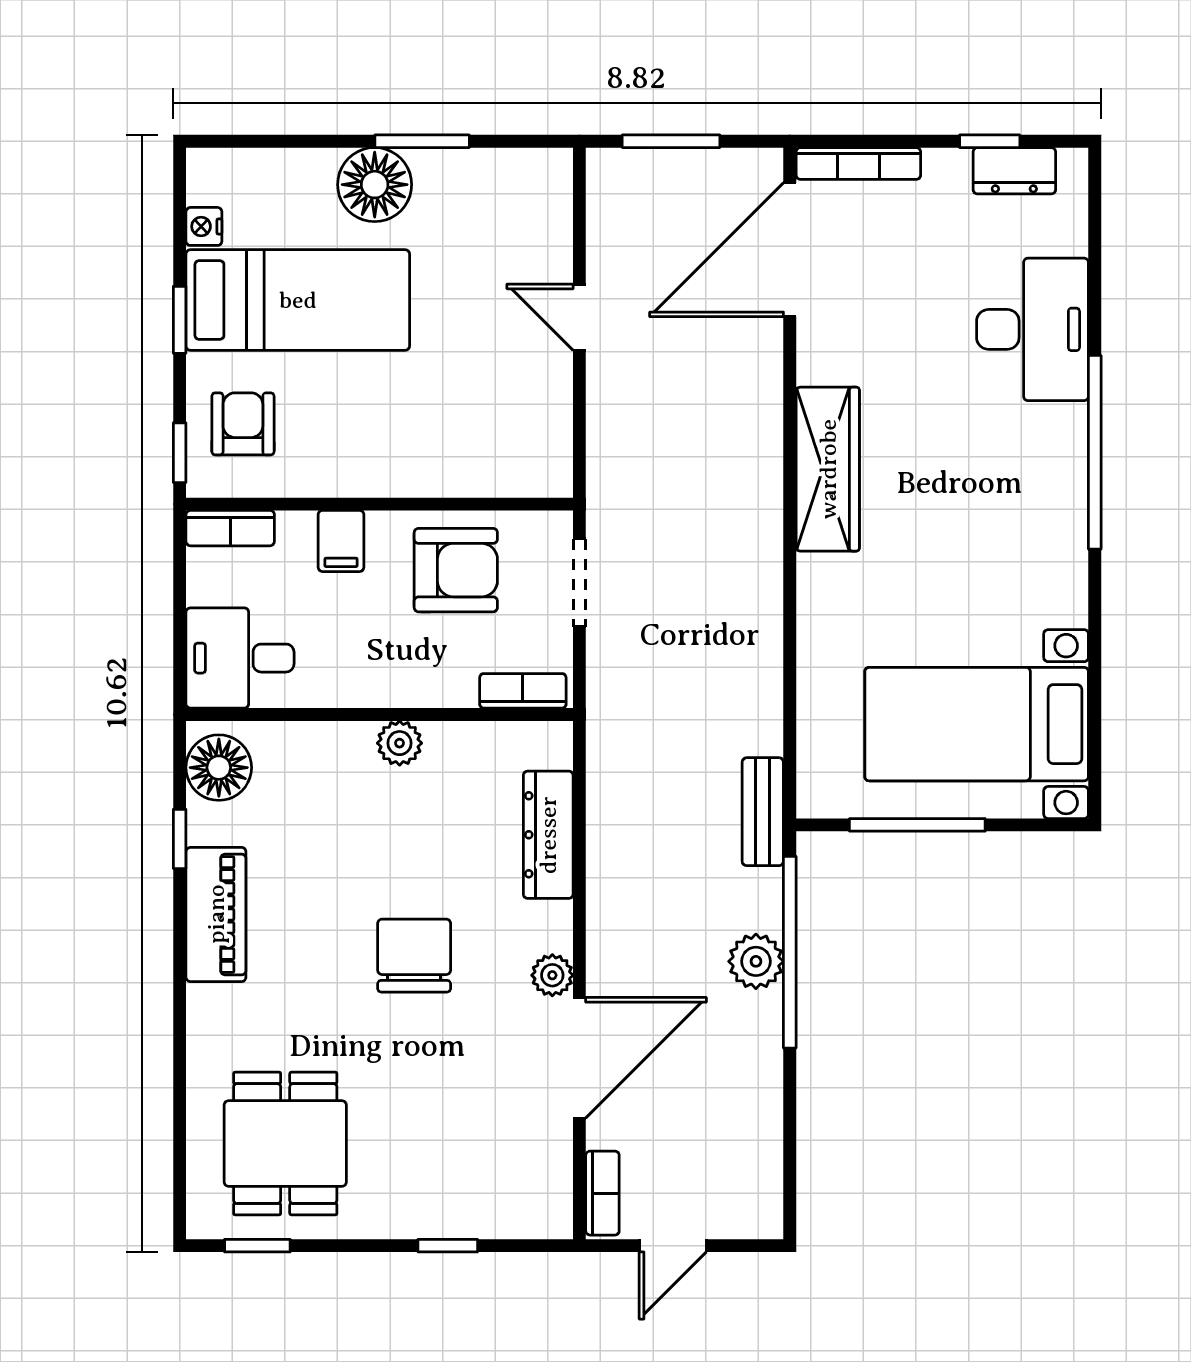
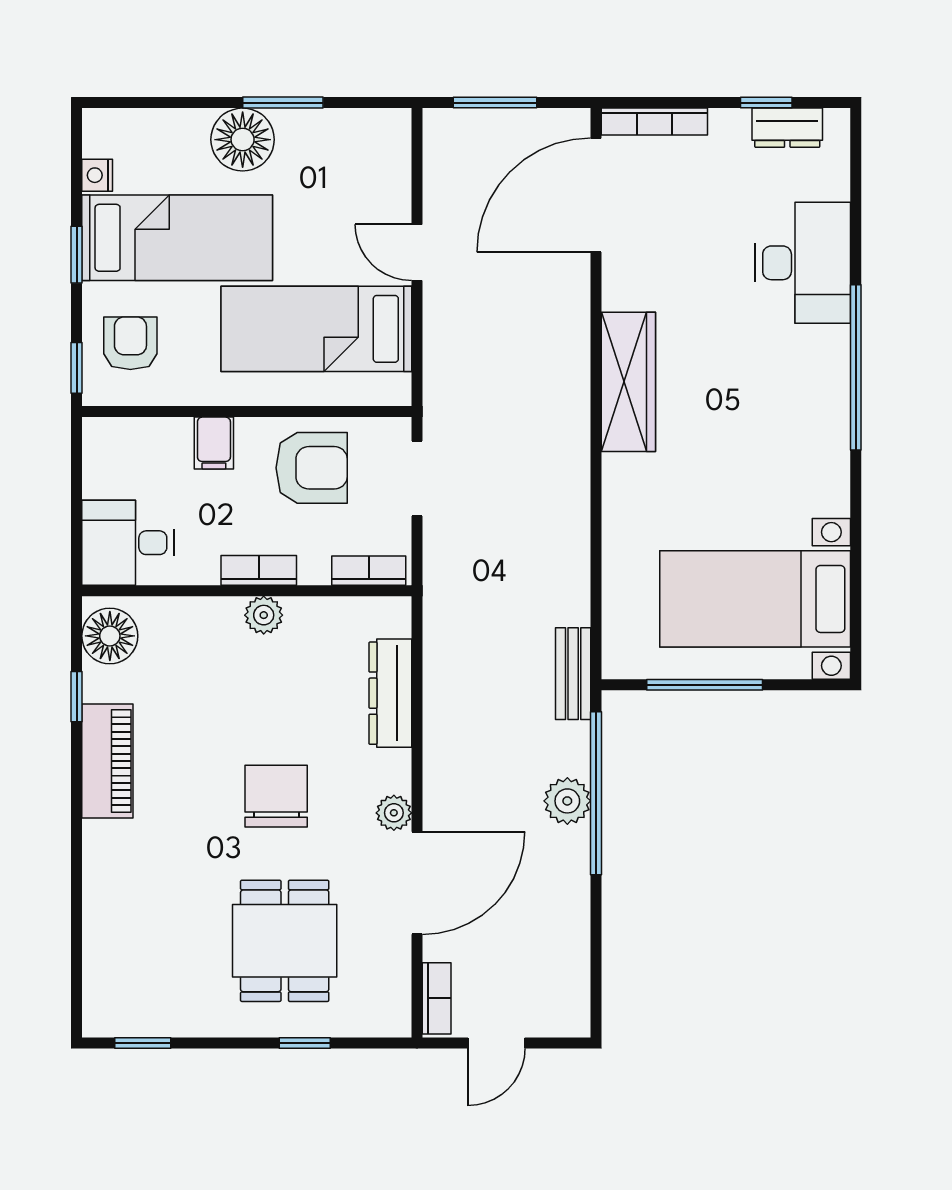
bed: (461, 407) -> (316, 329), added
bookcase: (230, 528) -> (259, 570), moved, turned 180
dining table: (285, 1144) -> (285, 941), moved

